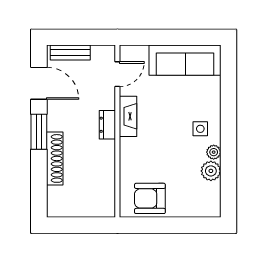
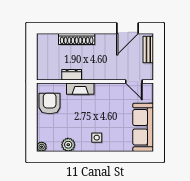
fireplace: (128, 116) -> (80, 89), moved
dresser: (107, 125) -> (72, 75), moved
window: (39, 132) -> (95, 28), removed
plant: (214, 152) -> (42, 147), moved

